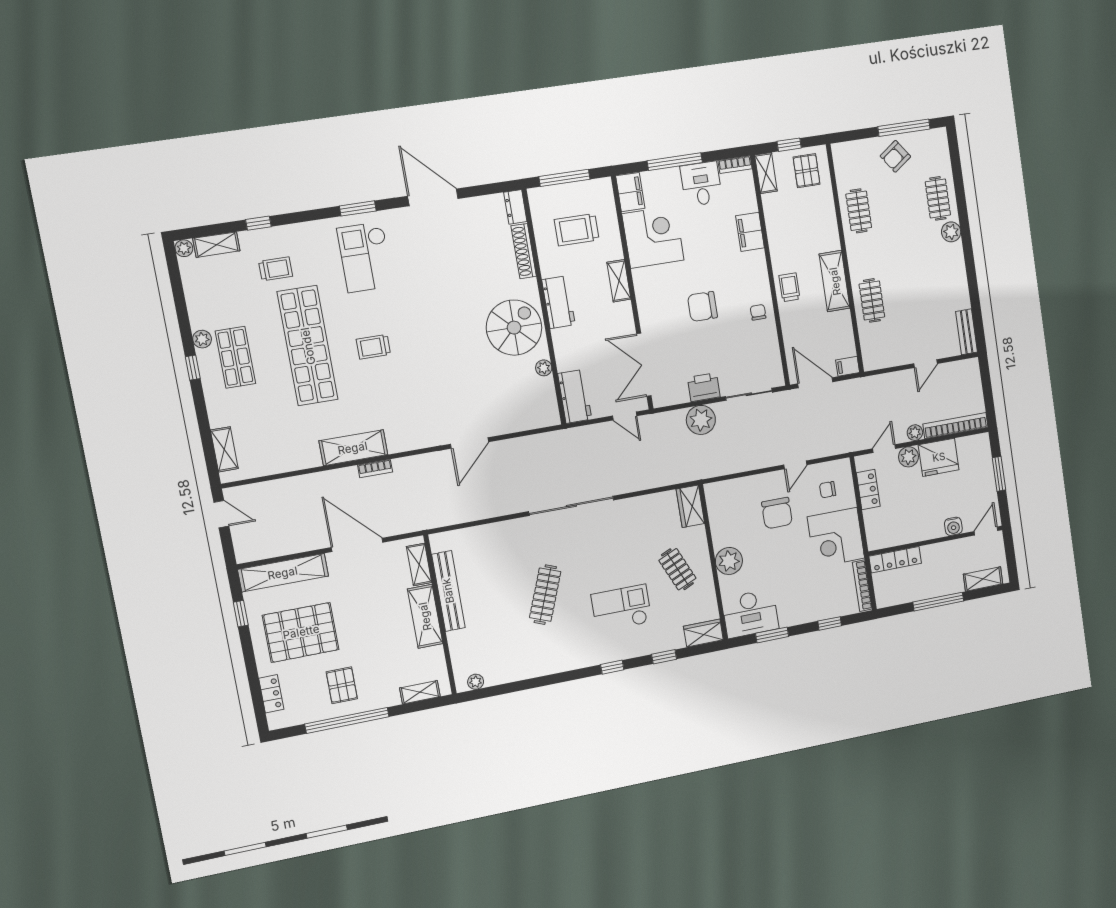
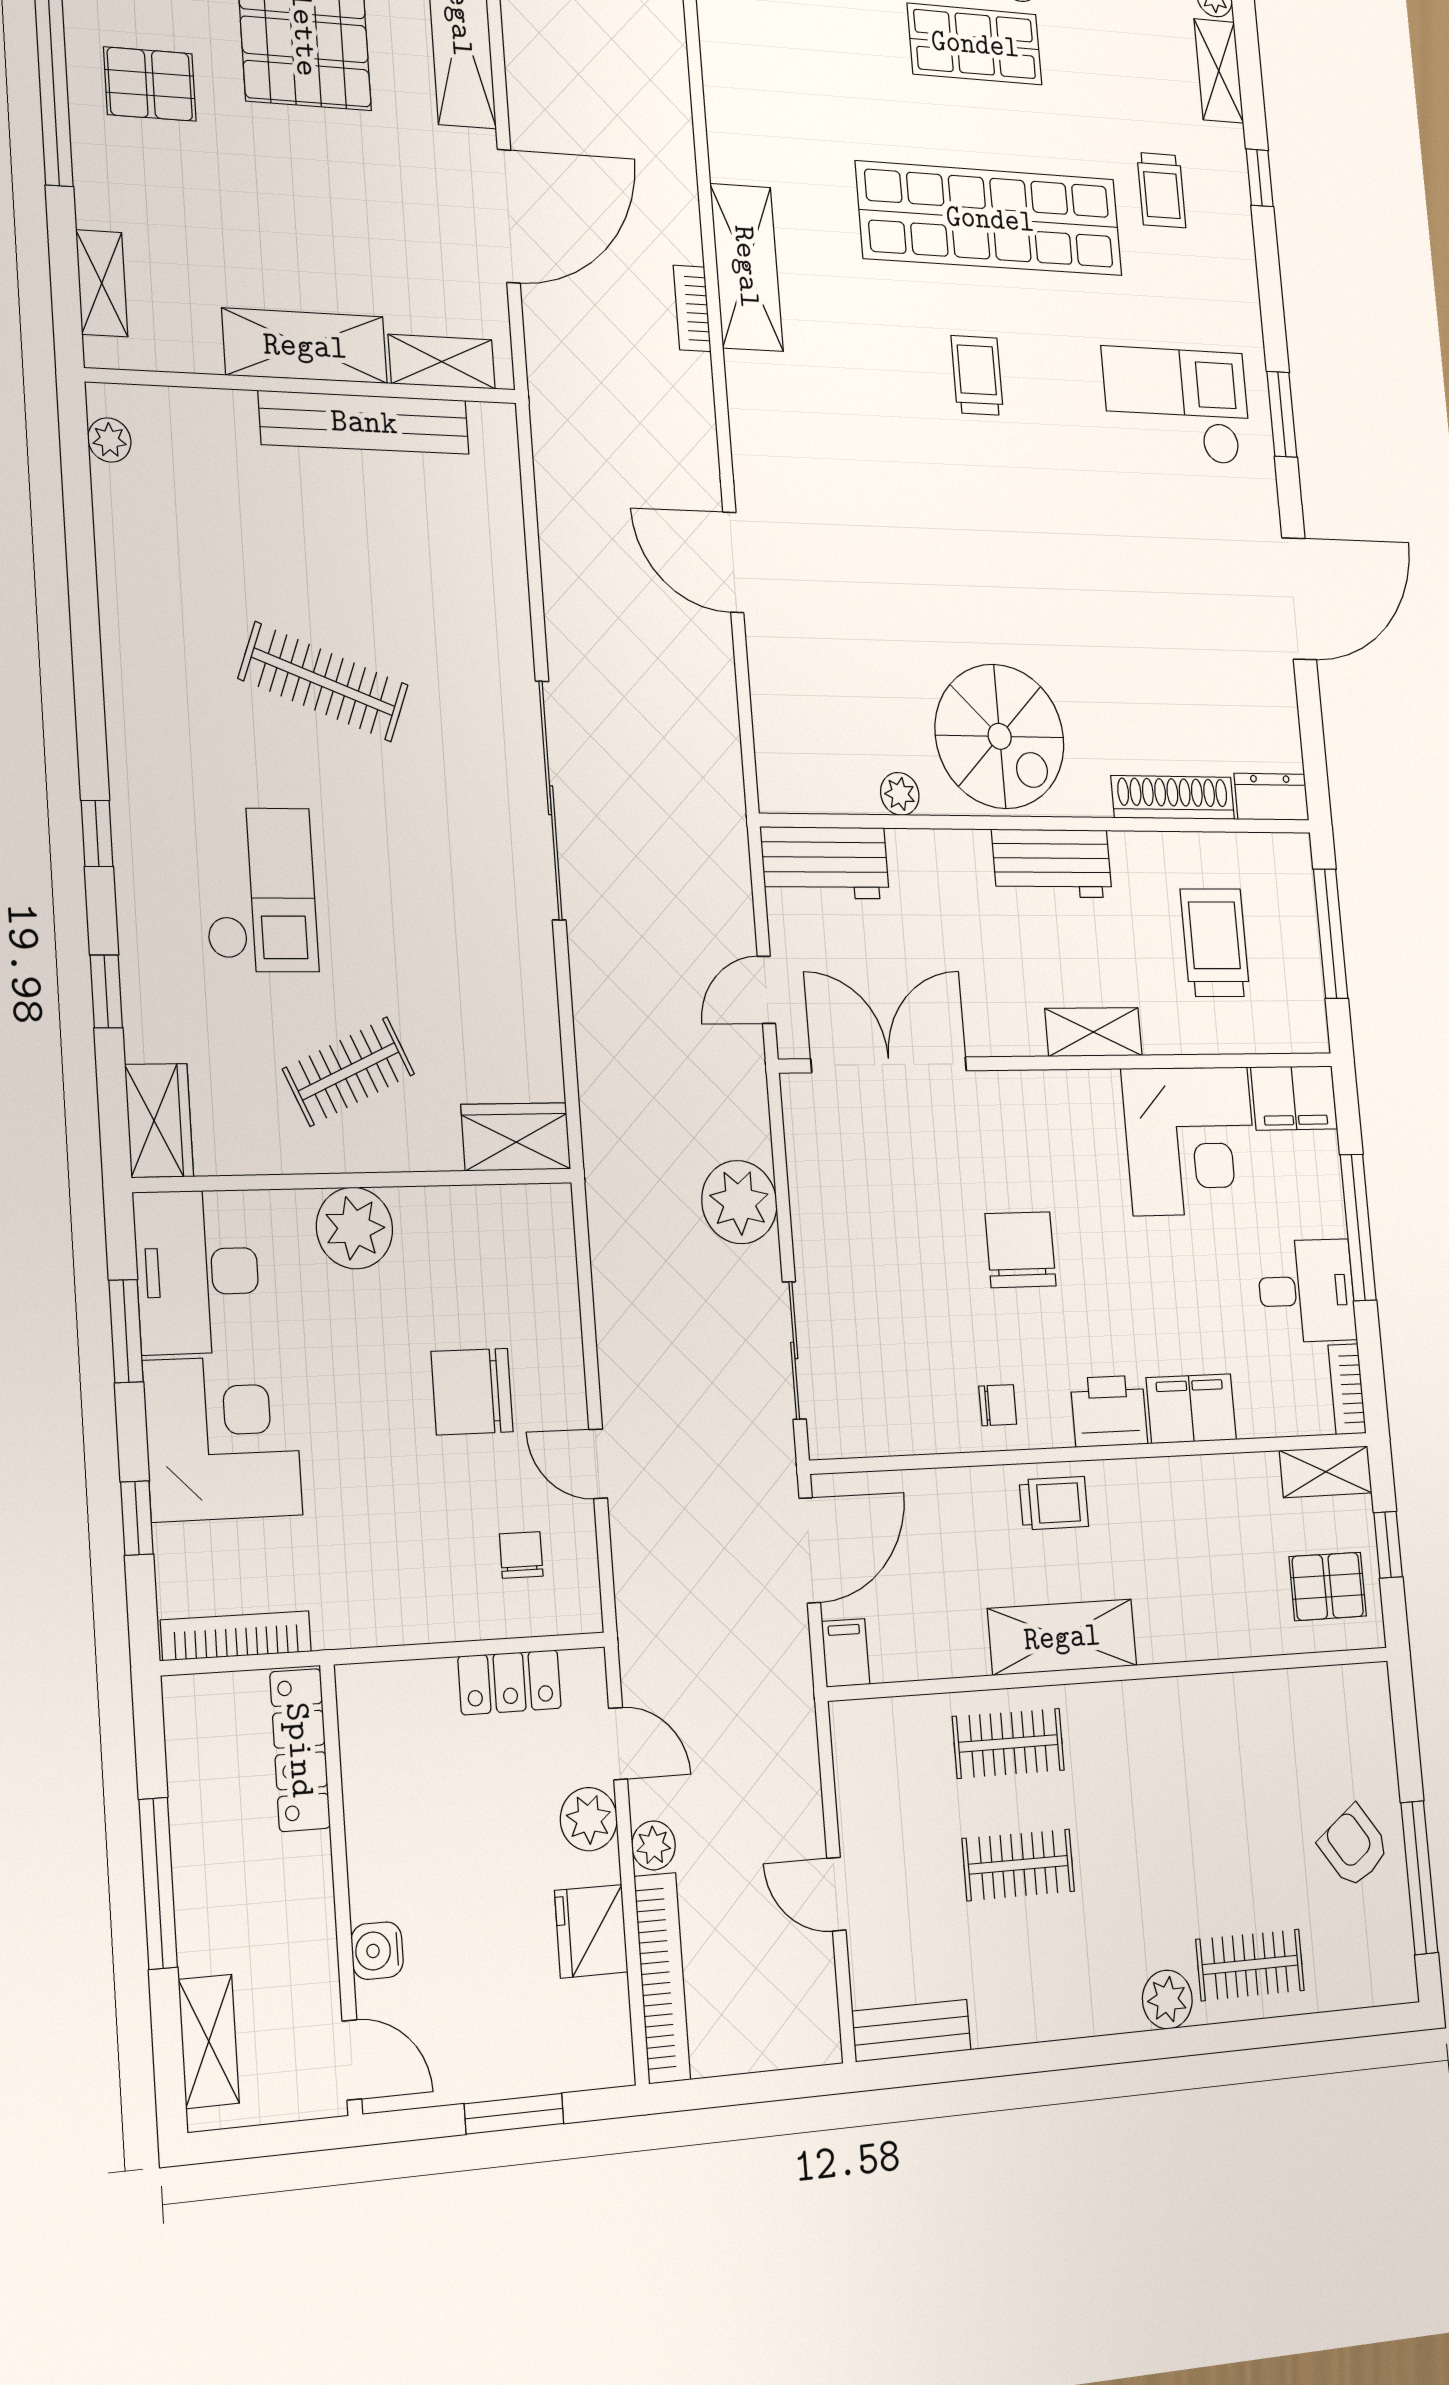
clothes rail: (859, 211) -> (1018, 1865), moved
printer: (704, 387) -> (1109, 1411), moved, turned -90
fridge: (939, 457) -> (591, 1931), width x0.73, depth x0.75
corner desk: (836, 537) -> (223, 1438), moved, turned 90

